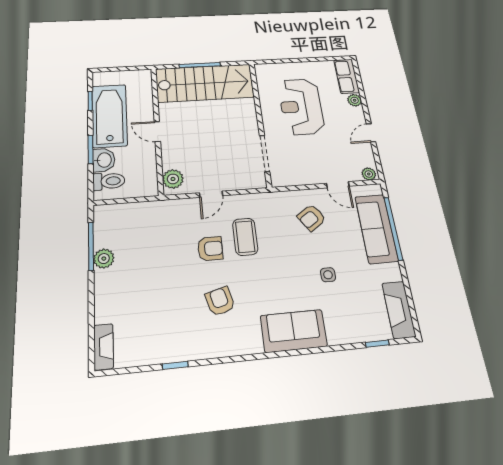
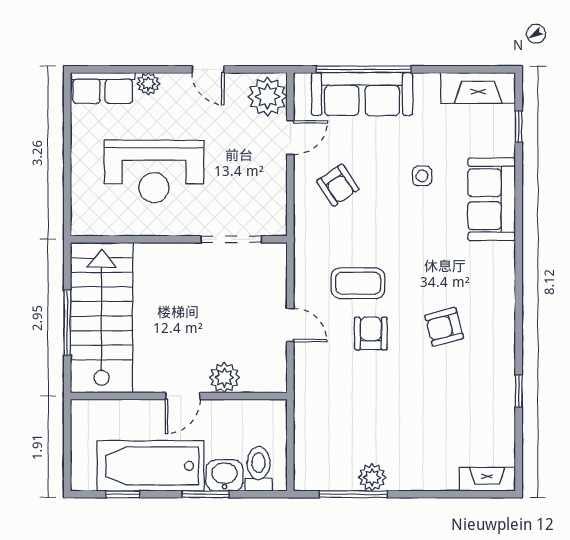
plant: (369, 174) -> (267, 97), width x1.88, depth x1.88
plant: (173, 179) -> (224, 378), moved
sofa: (294, 331) -> (492, 199), moved

